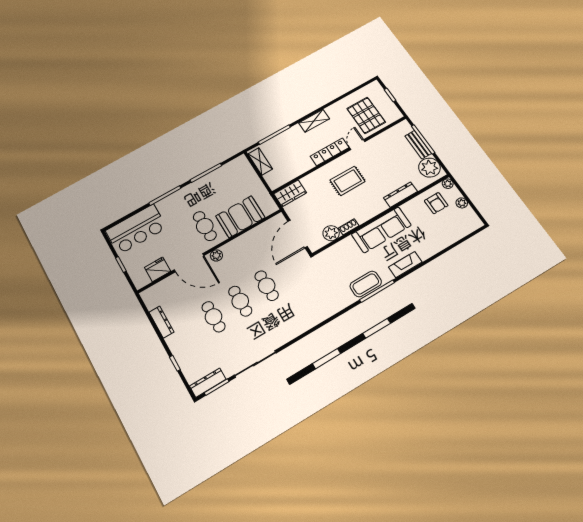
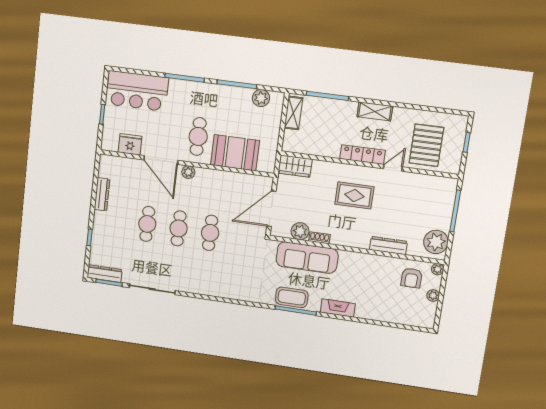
bench: (418, 145) -> (446, 213), removed
plant: (230, 169) -> (261, 98), added
sofa: (381, 230) -> (307, 258), moved

